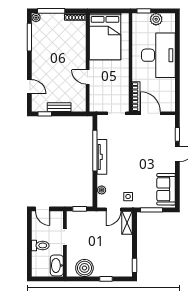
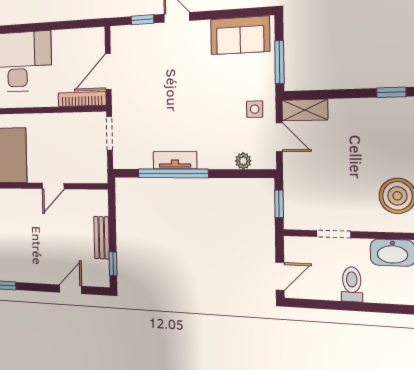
tv unit: (102, 157) -> (175, 160), width x0.71

